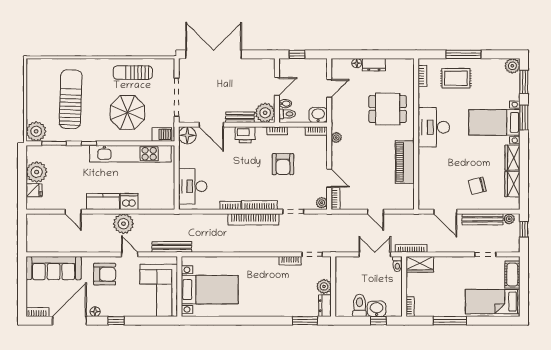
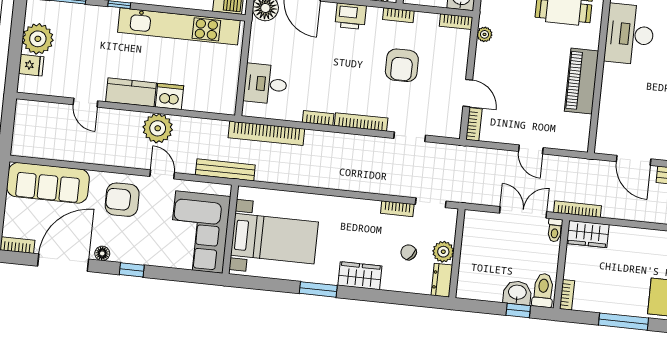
desk: (193, 186) -> (265, 84), width x0.73
plant: (322, 203) -> (453, 128), removed
bookcase: (253, 219) -> (266, 133), moved
armchair: (105, 274) -> (122, 200), turned 180
chair: (301, 289) -> (409, 252), added
toilet: (359, 305) -> (543, 290), moved
wardrobe: (270, 308) -> (360, 276), added
window: (305, 321) -> (318, 289), moved

